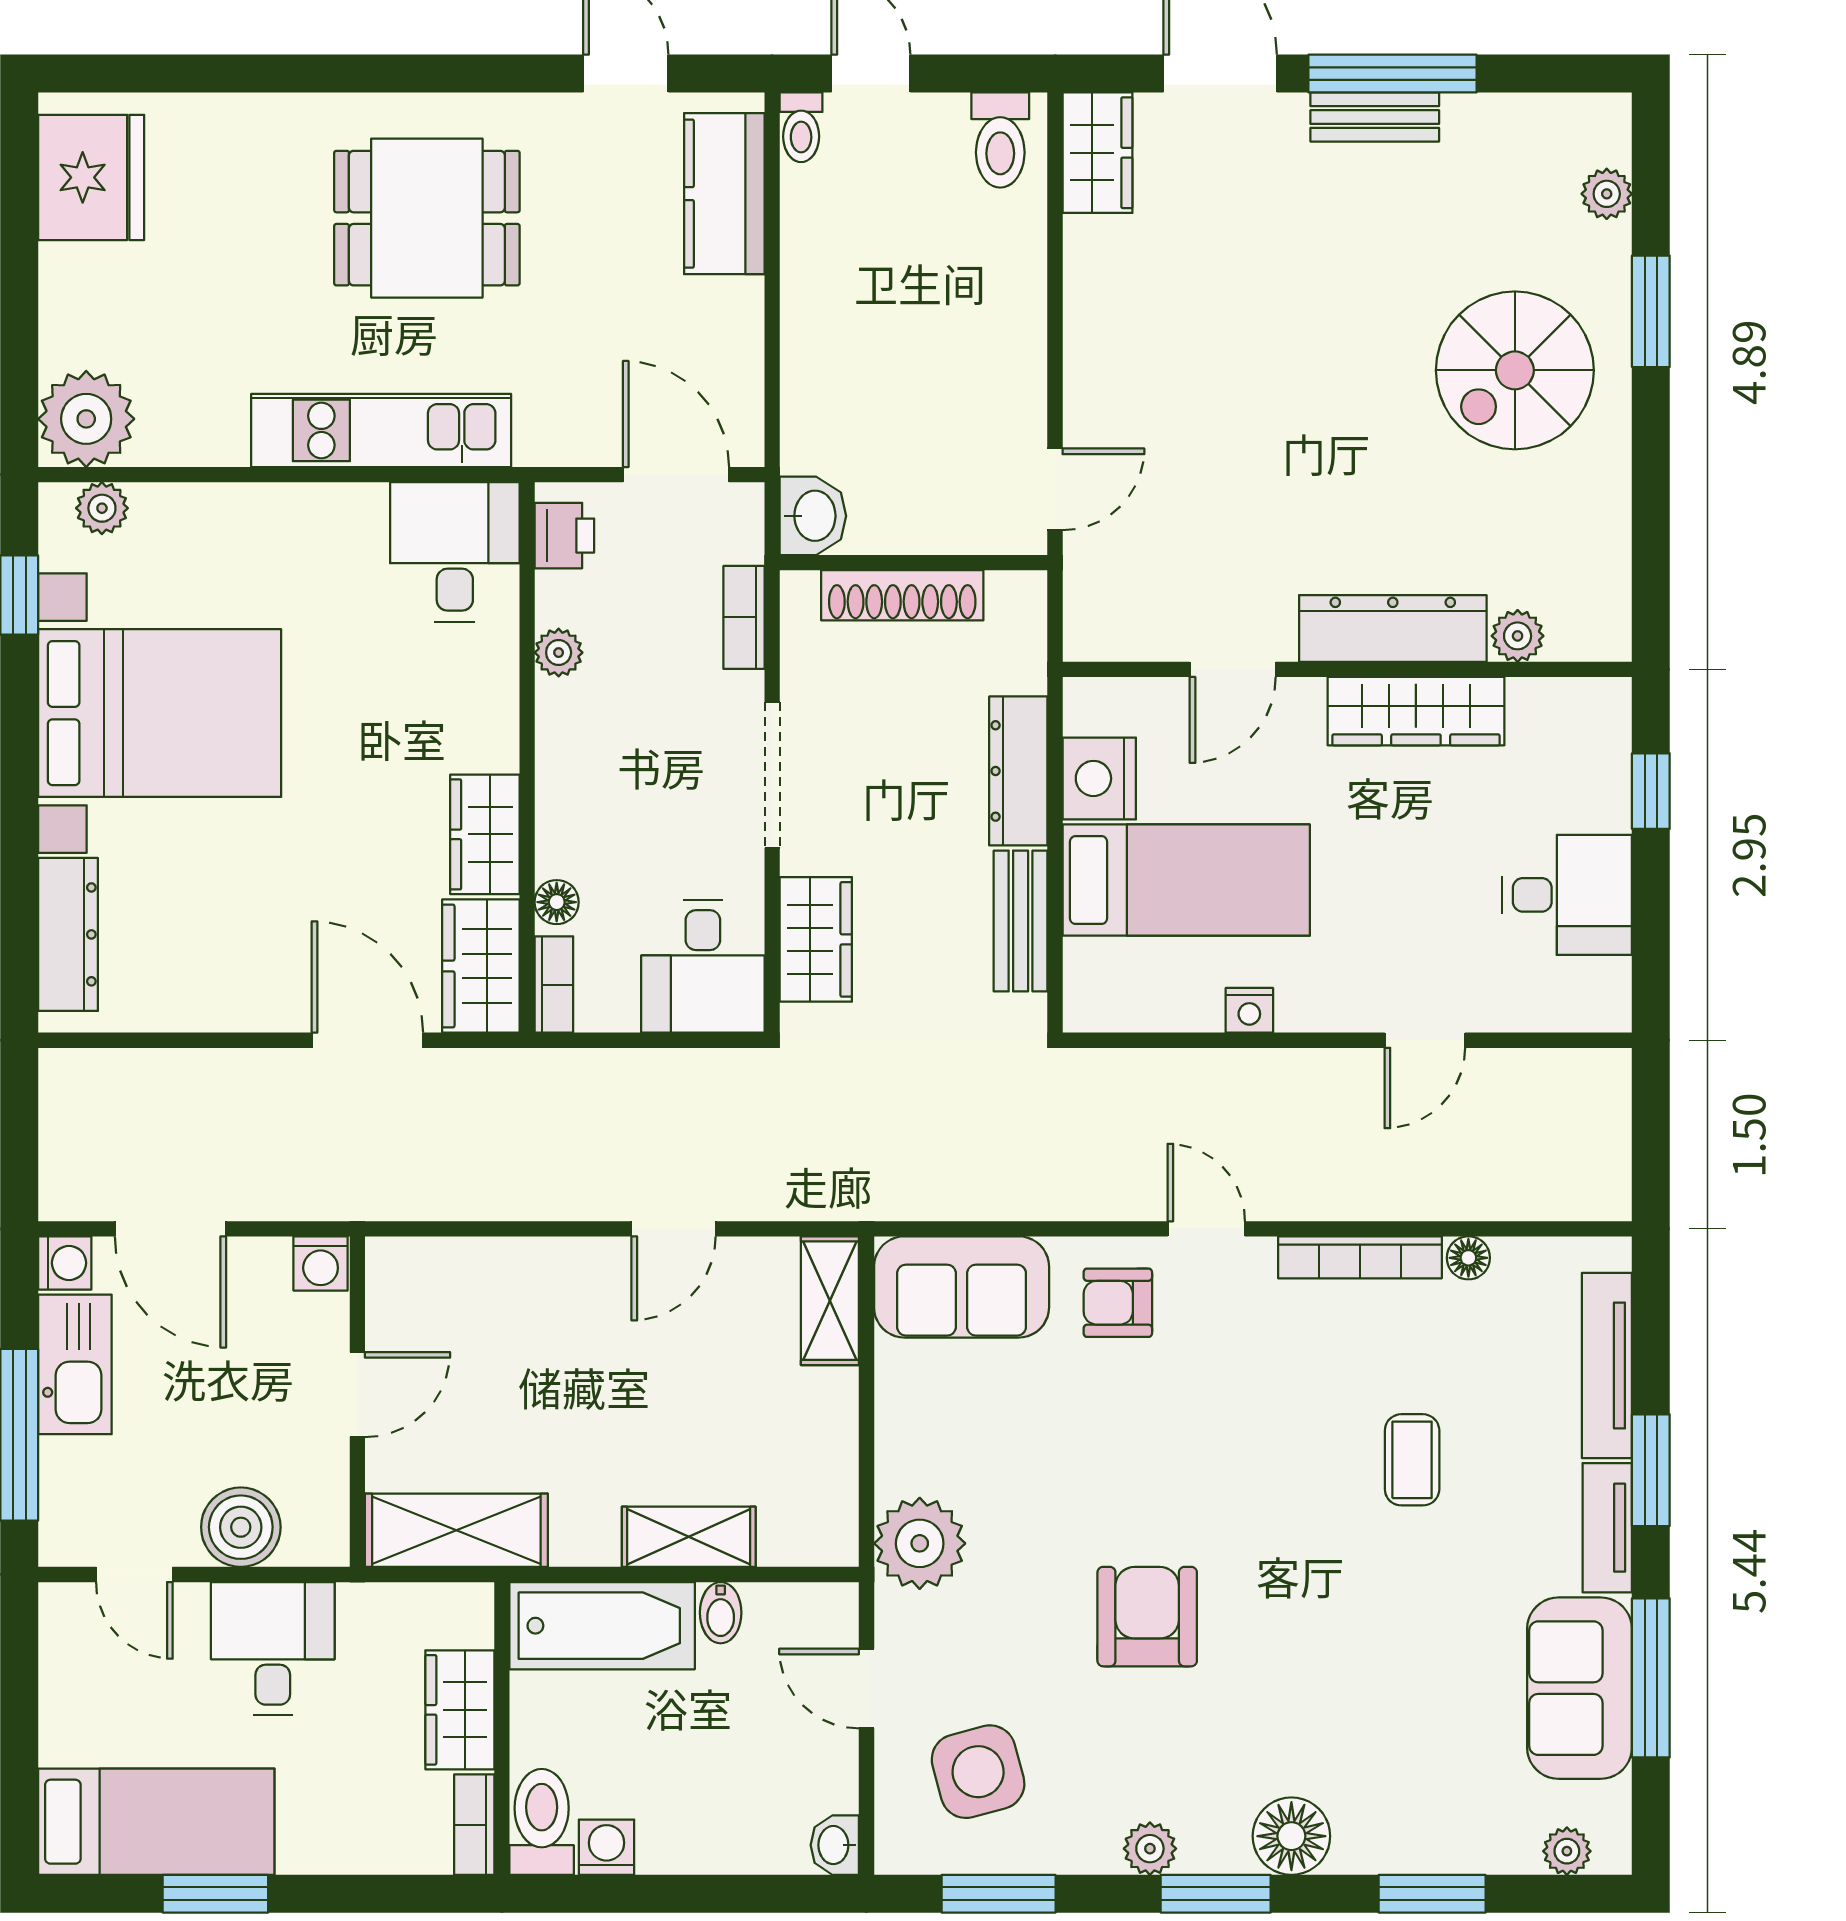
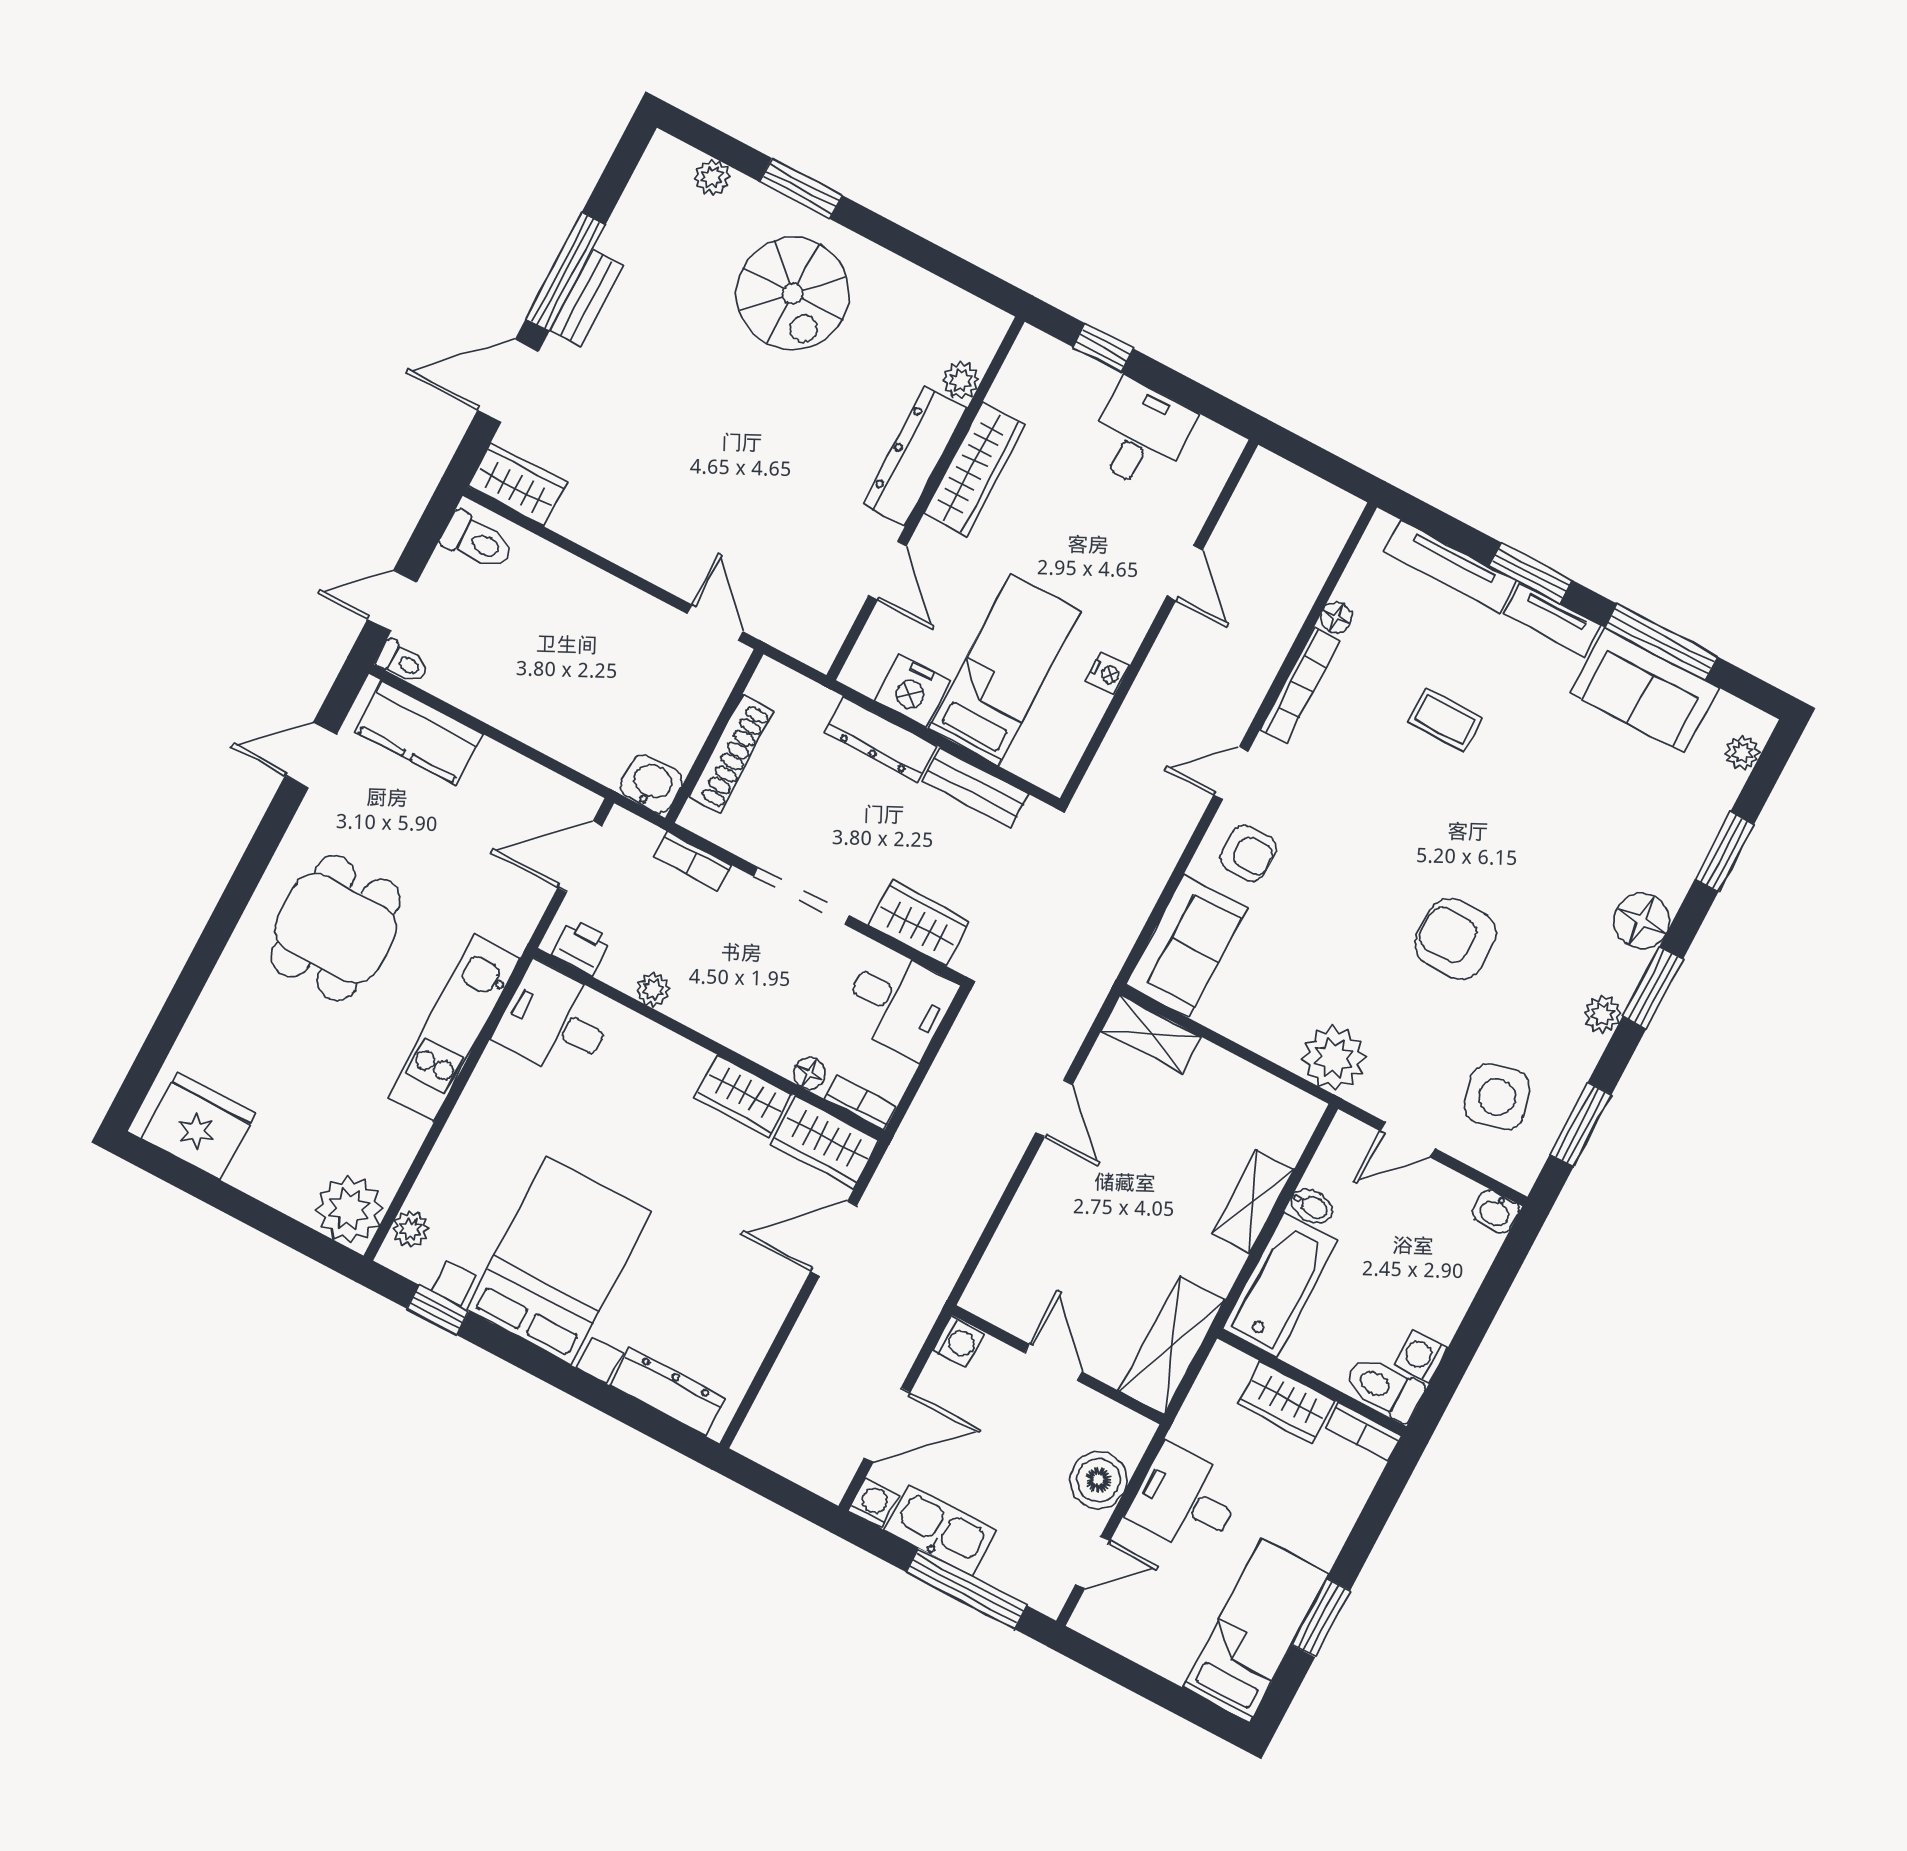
armchair: (1118, 1303) -> (1248, 853), turned -90

